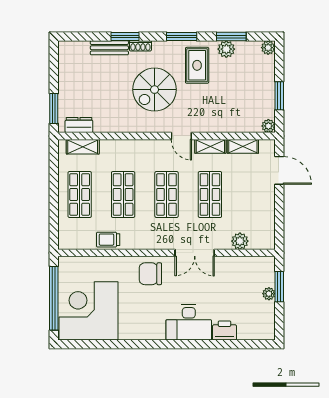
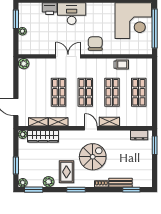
window: (125, 36) -> (131, 190), moved
window: (231, 36) -> (34, 190), moved
window: (279, 96) -> (16, 166), moved
wardrobe: (235, 123) -> (43, 136), added
door: (181, 136) -> (91, 128), moved
shelving: (83, 147) -> (109, 122), moved
plant: (240, 241) -> (24, 64), moved
chair: (150, 274) -> (95, 44), turned -90
window: (279, 287) -> (16, 19), moved

